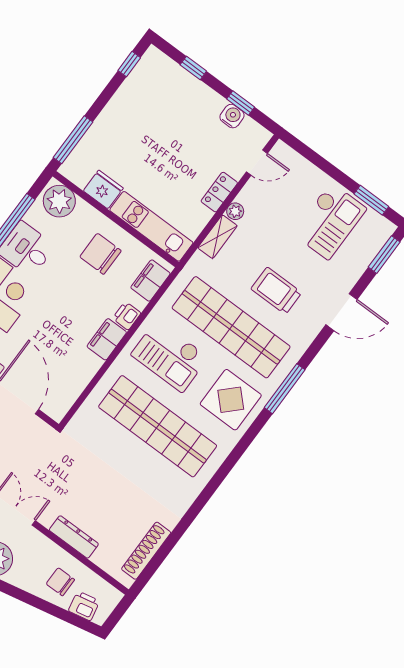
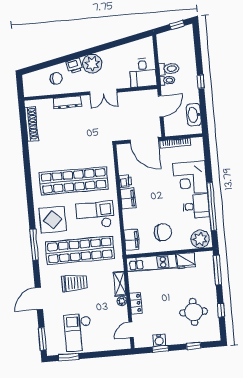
window: (129, 64) -> (221, 310), moved
round table: (154, 113) -> (194, 312), added
printer: (127, 316) -> (125, 181), moved
printer: (84, 606) -> (75, 66), moved

